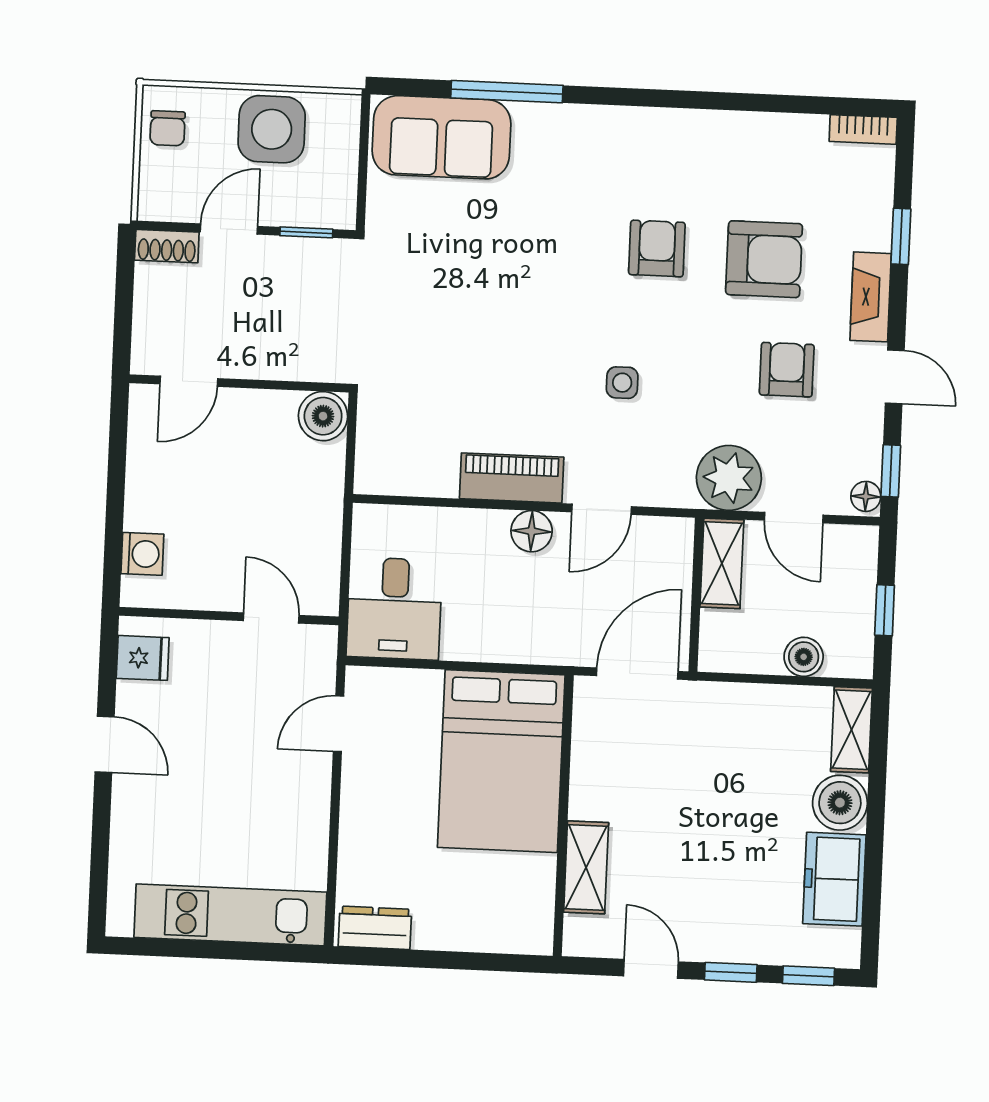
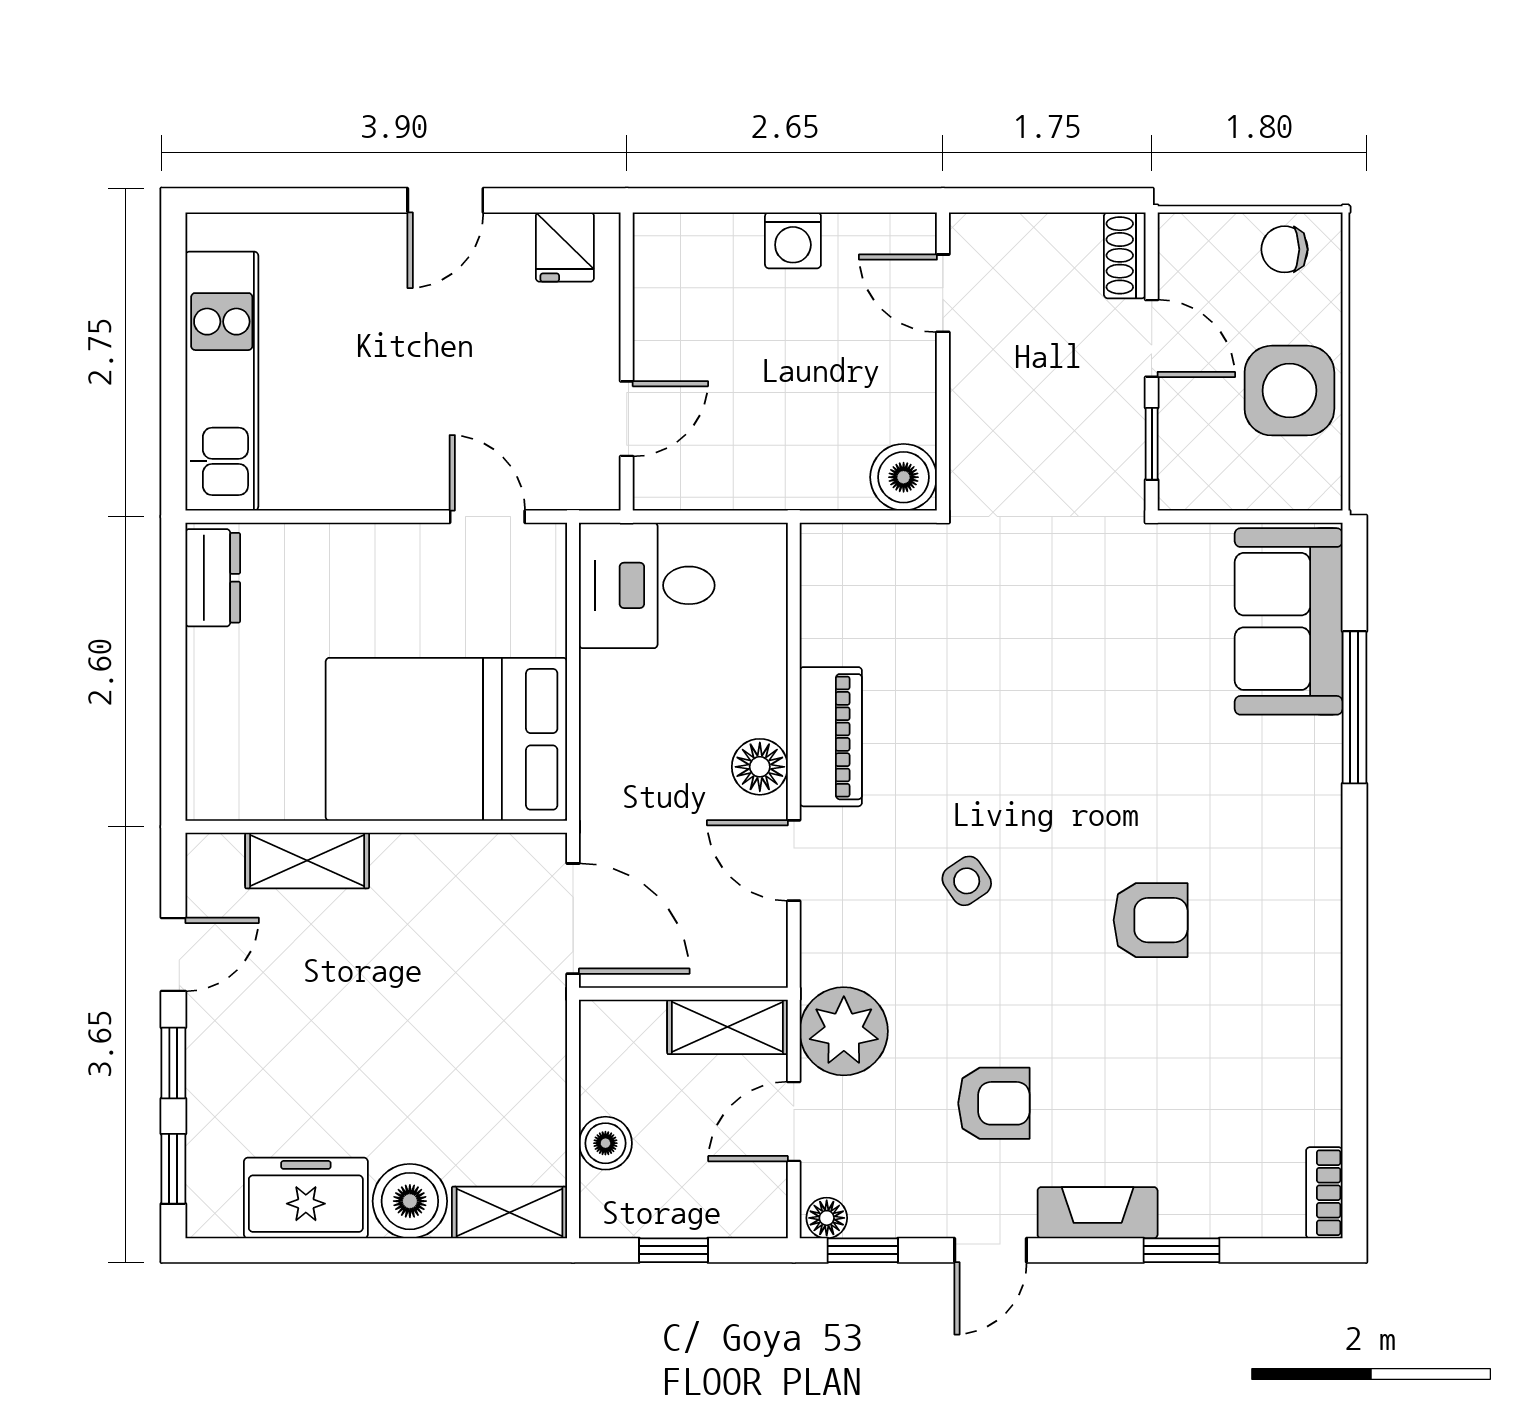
armchair: (764, 259) -> (1142, 1066), removed
side table: (622, 383) -> (967, 881), turned -34
washing machine: (142, 554) -> (793, 240), moved

